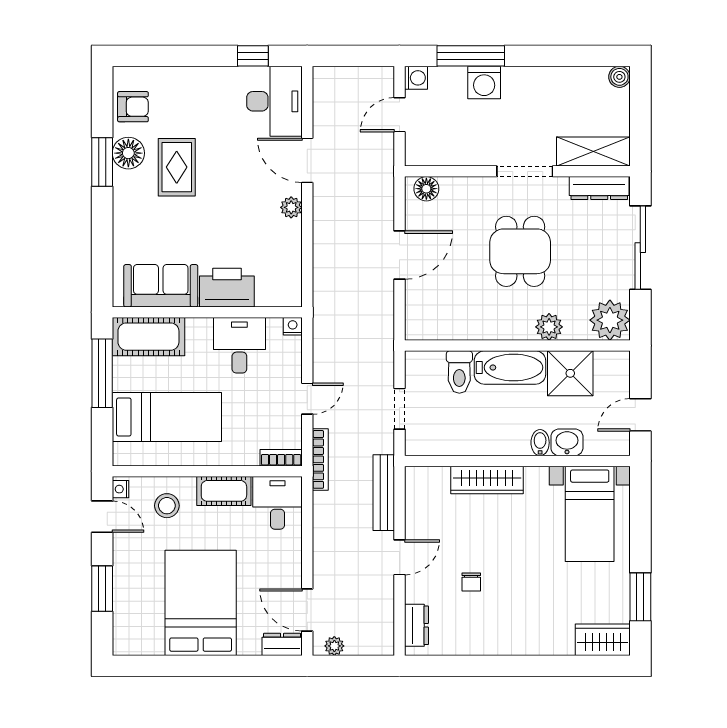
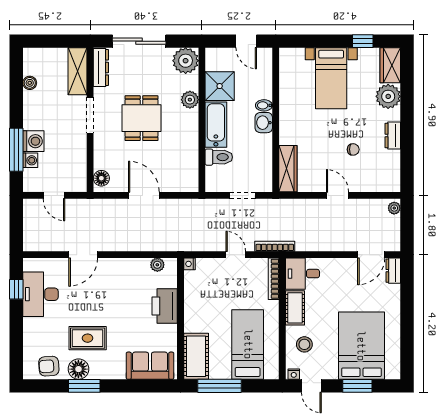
boiler: (619, 77) -> (30, 83), moved
washing machine: (416, 78) -> (30, 160), moved, turned 90
desk: (274, 101) -> (41, 294), moved, turned -90
armchair: (133, 107) -> (49, 366), turned -94
plant: (291, 207) -> (157, 265), moved
dining table: (520, 251) -> (141, 118), turned 90
sofa: (161, 286) -> (150, 366), moved, turned 90
desk: (239, 345) -> (202, 298), removed
washbasin: (567, 442) -> (264, 123), moved
bookcase: (281, 458) -> (274, 279), width x1.56
wardrobe: (487, 480) -> (288, 169), moved
bench: (384, 493) -> (296, 206), removed
bed with nightstands: (590, 514) -> (331, 78), moved, turned 90
door: (102, 517) -> (311, 386), swing flipped
window: (640, 597) -> (363, 41), width x0.67
bed: (201, 603) -> (361, 346), moved, turned 90
dresser: (416, 625) -> (393, 135), moved, turned -90
plant: (554, 637) -> (388, 96), added
plant: (334, 646) -> (394, 208), moved

